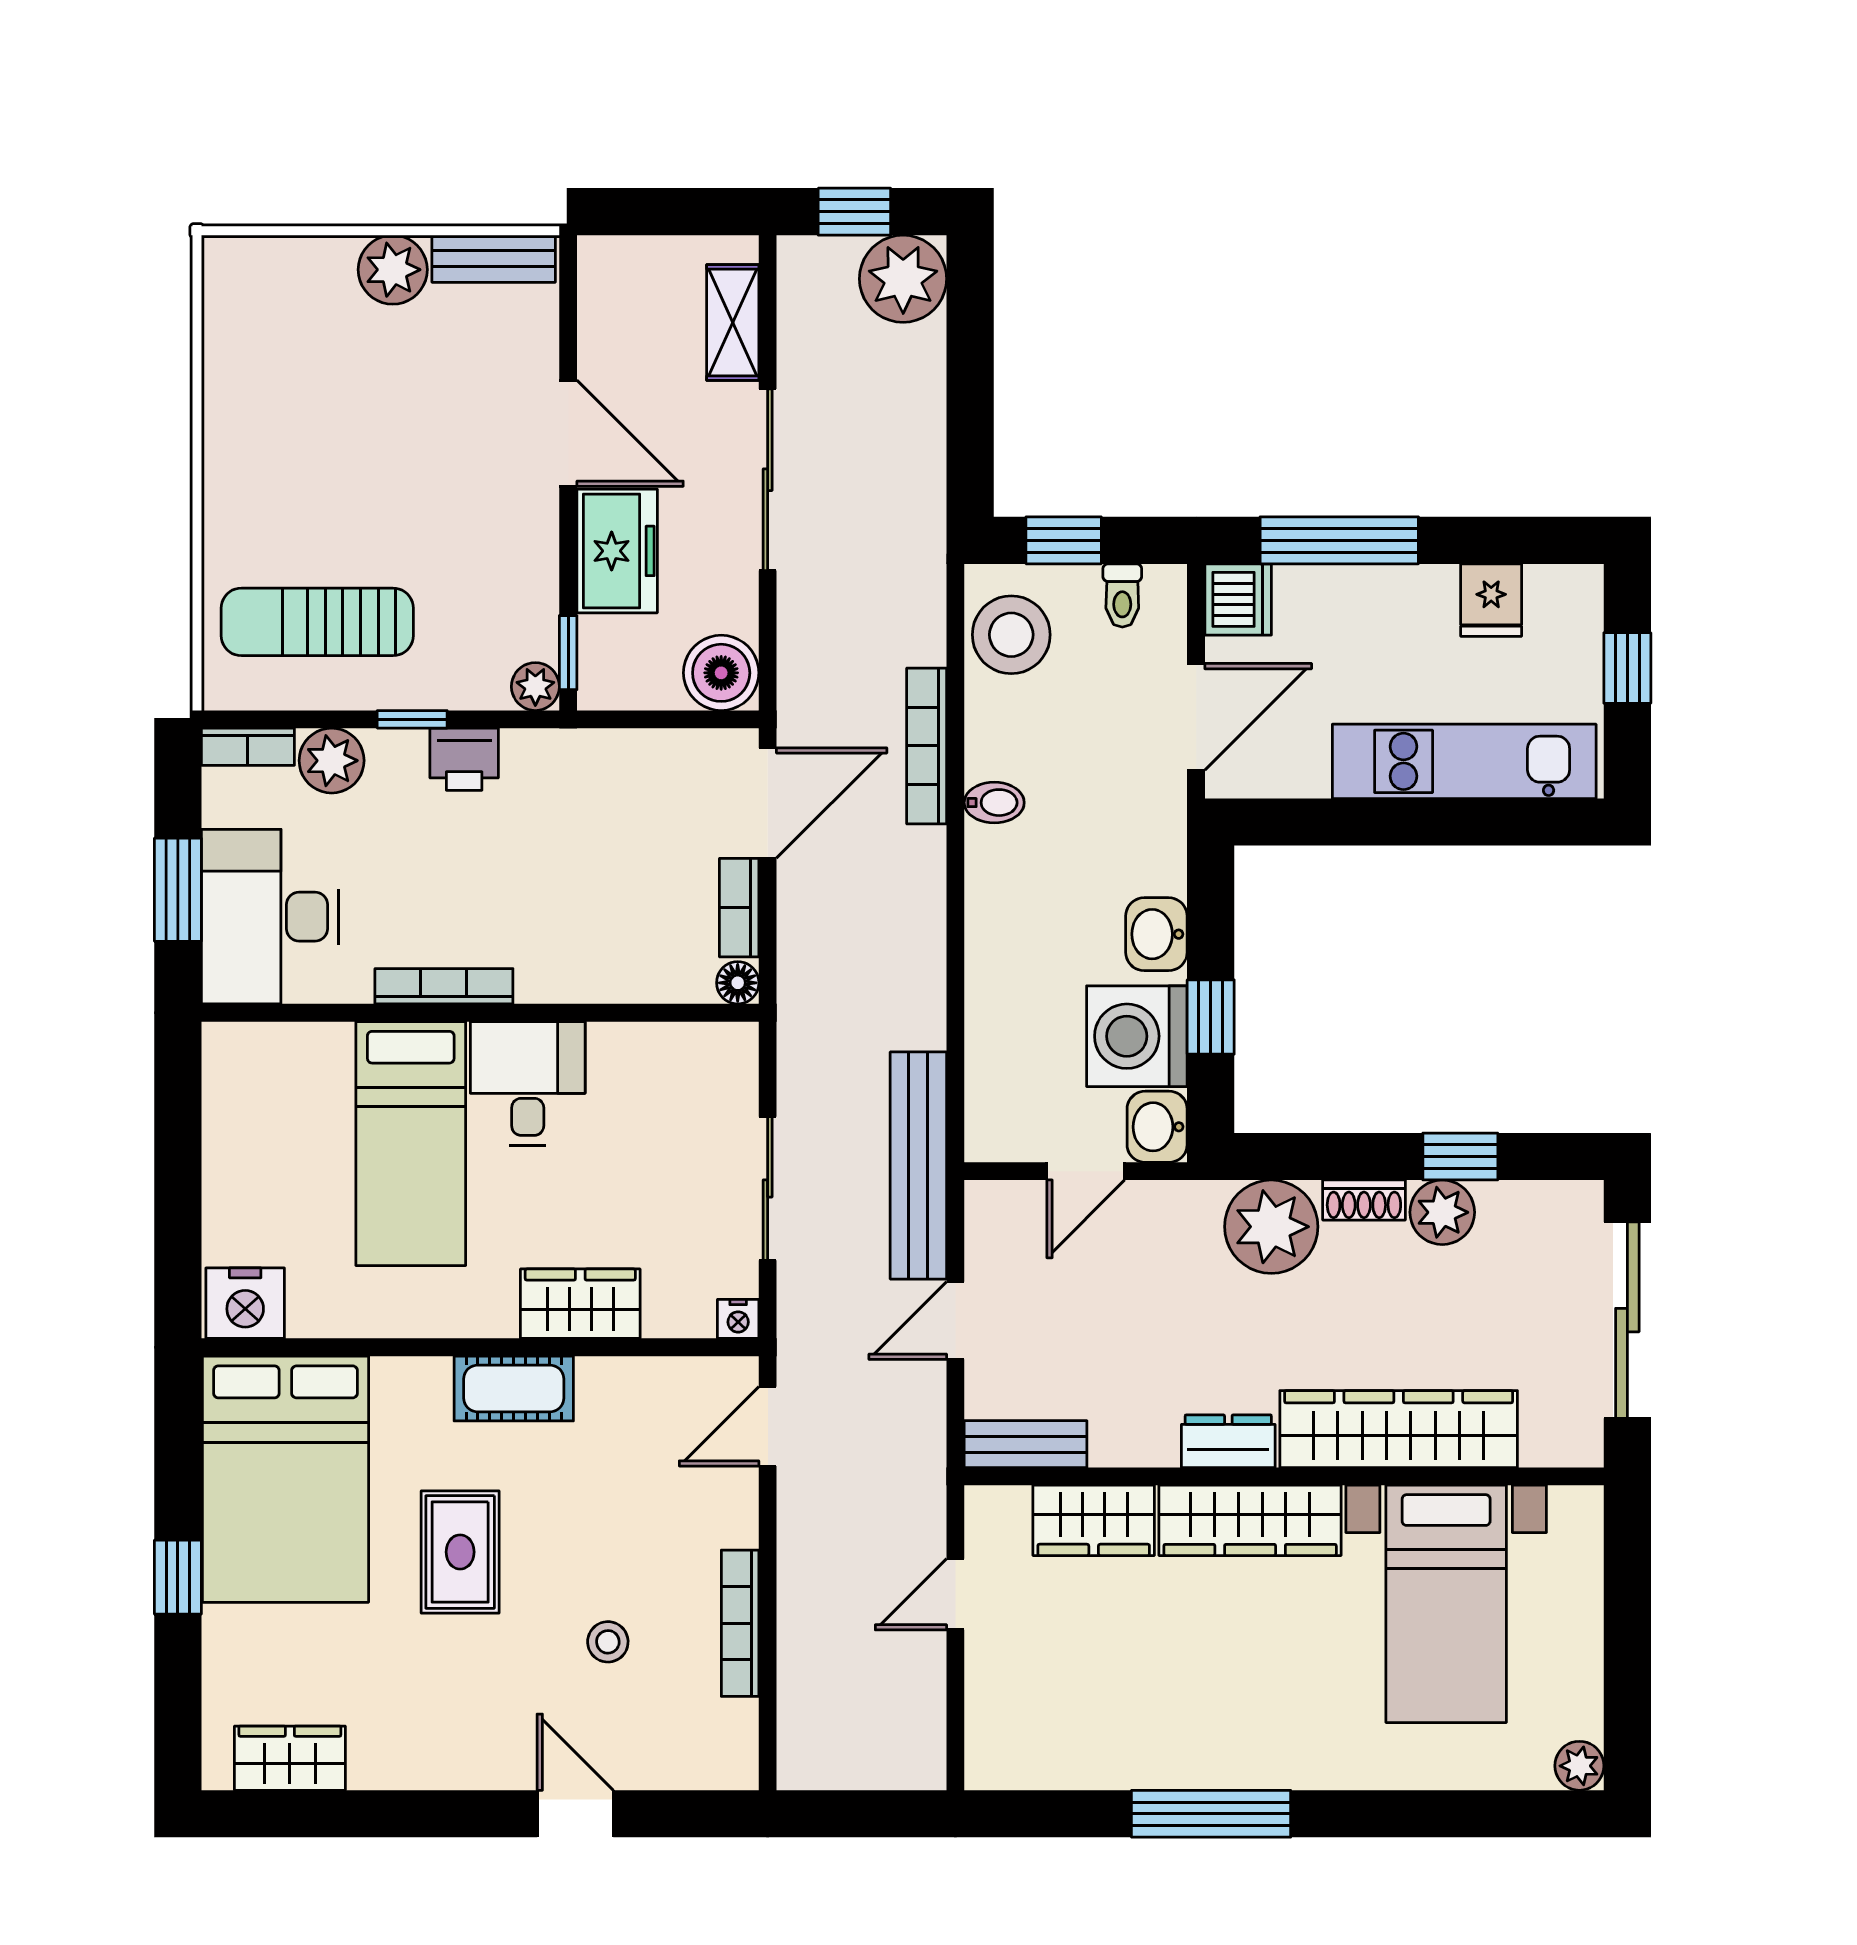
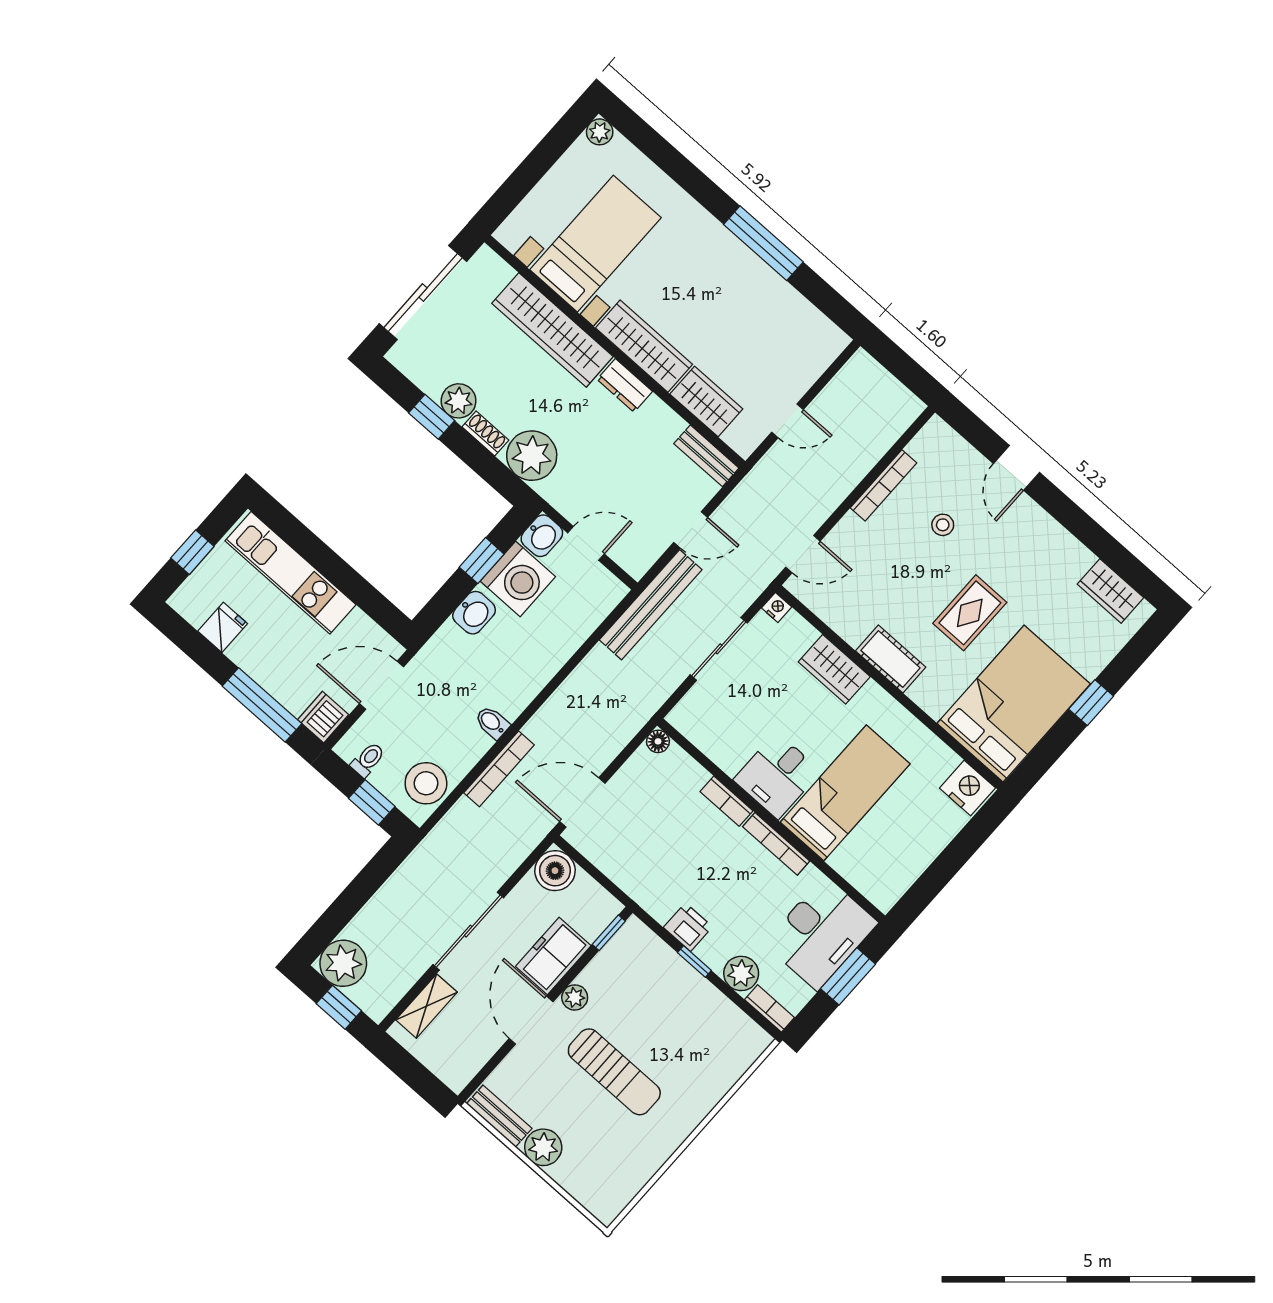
sun lounger: (317, 622) -> (614, 1072), moved
plant: (535, 687) -> (575, 997), moved
bookcase: (739, 908) -> (726, 801), moved, turned 90

